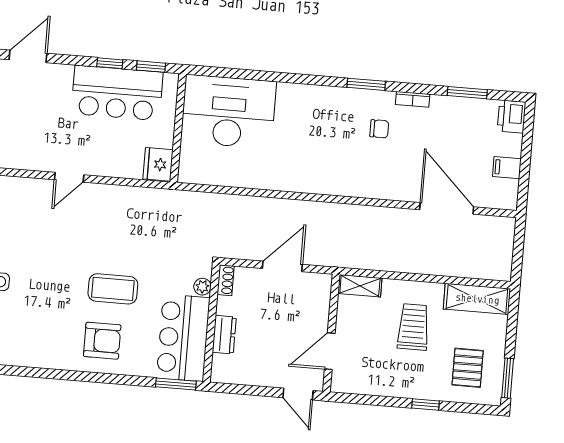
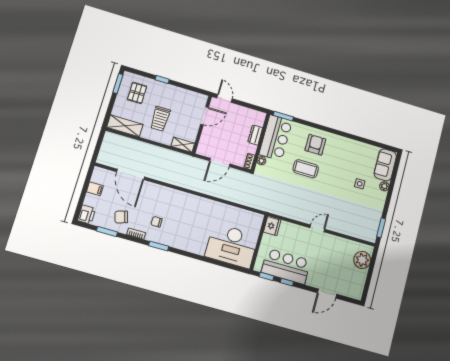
chair: (447, 125) -> (121, 217), added
armchair: (102, 341) -> (315, 145), turned 90

